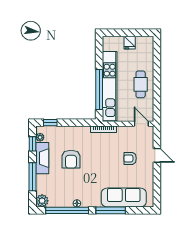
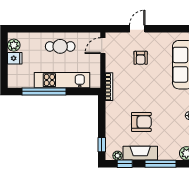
plant: (142, 42) -> (14, 45), added
kitchen unit: (110, 86) -> (62, 80), width x0.73
window: (99, 90) -> (44, 91), moved

